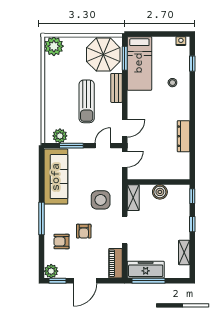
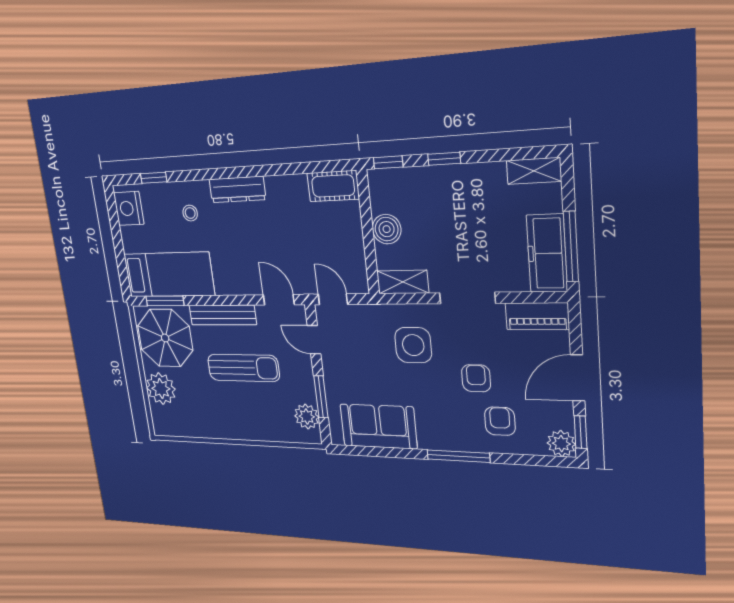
nightstand: (181, 41) -> (129, 208), width x1.89, depth x1.79
plant: (54, 46) -> (161, 389), moved
bench: (117, 88) -> (223, 315), width x1.36
dresser: (183, 136) -> (237, 189), moved
cot: (182, 166) -> (333, 186), added
sofa: (56, 177) -> (378, 426), width x0.73
armchair: (84, 231) -> (476, 378), turned -90
armchair: (62, 241) -> (500, 421), turned 180
shelving: (184, 252) -> (534, 171), moved
door: (85, 281) -> (578, 378), swing flipped

